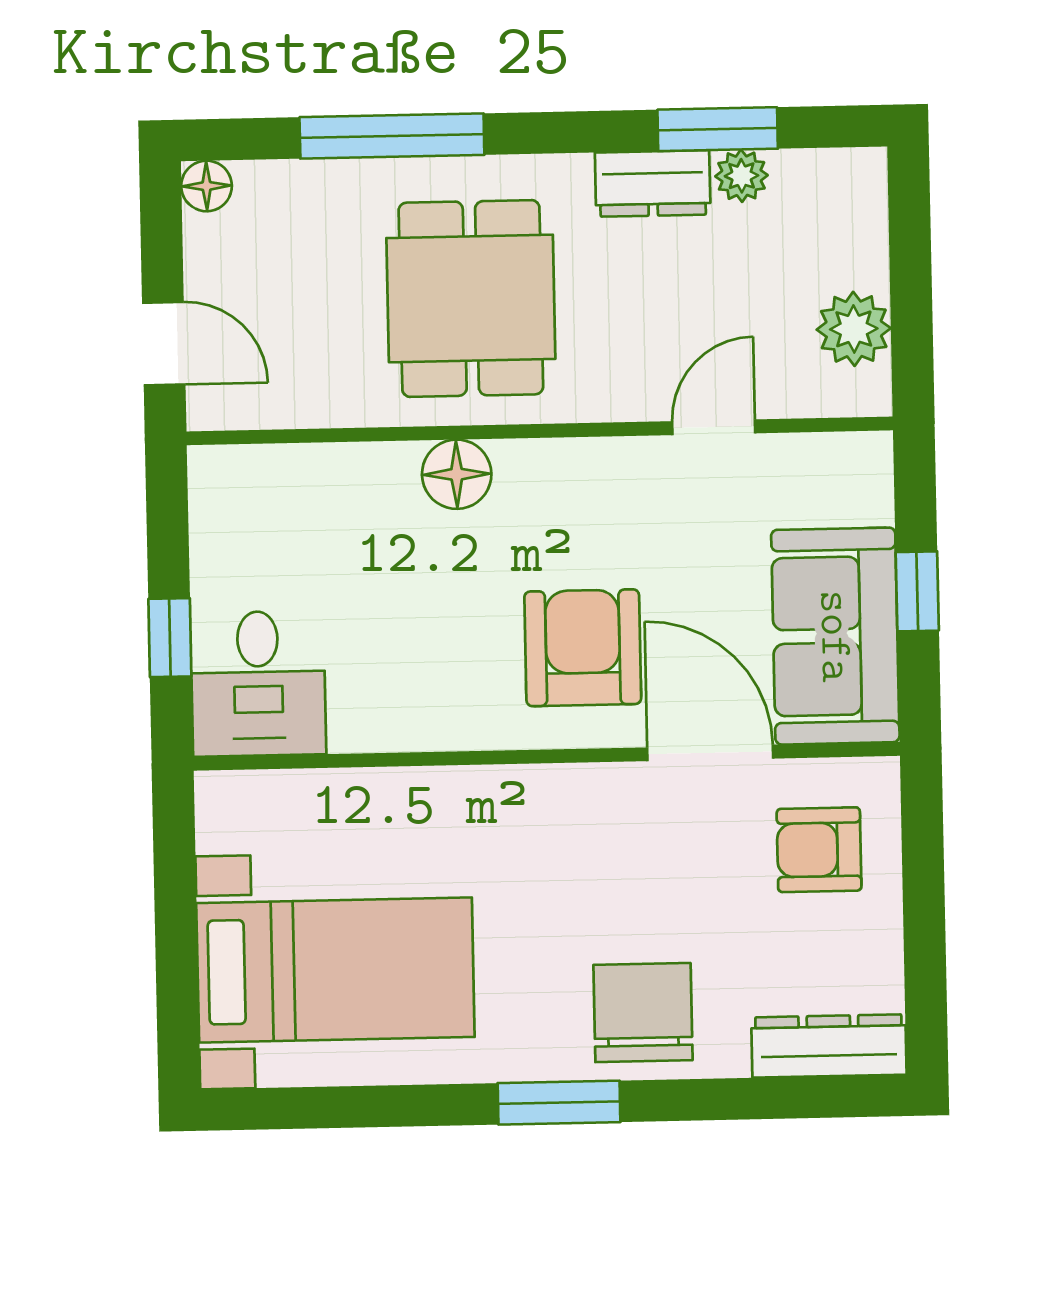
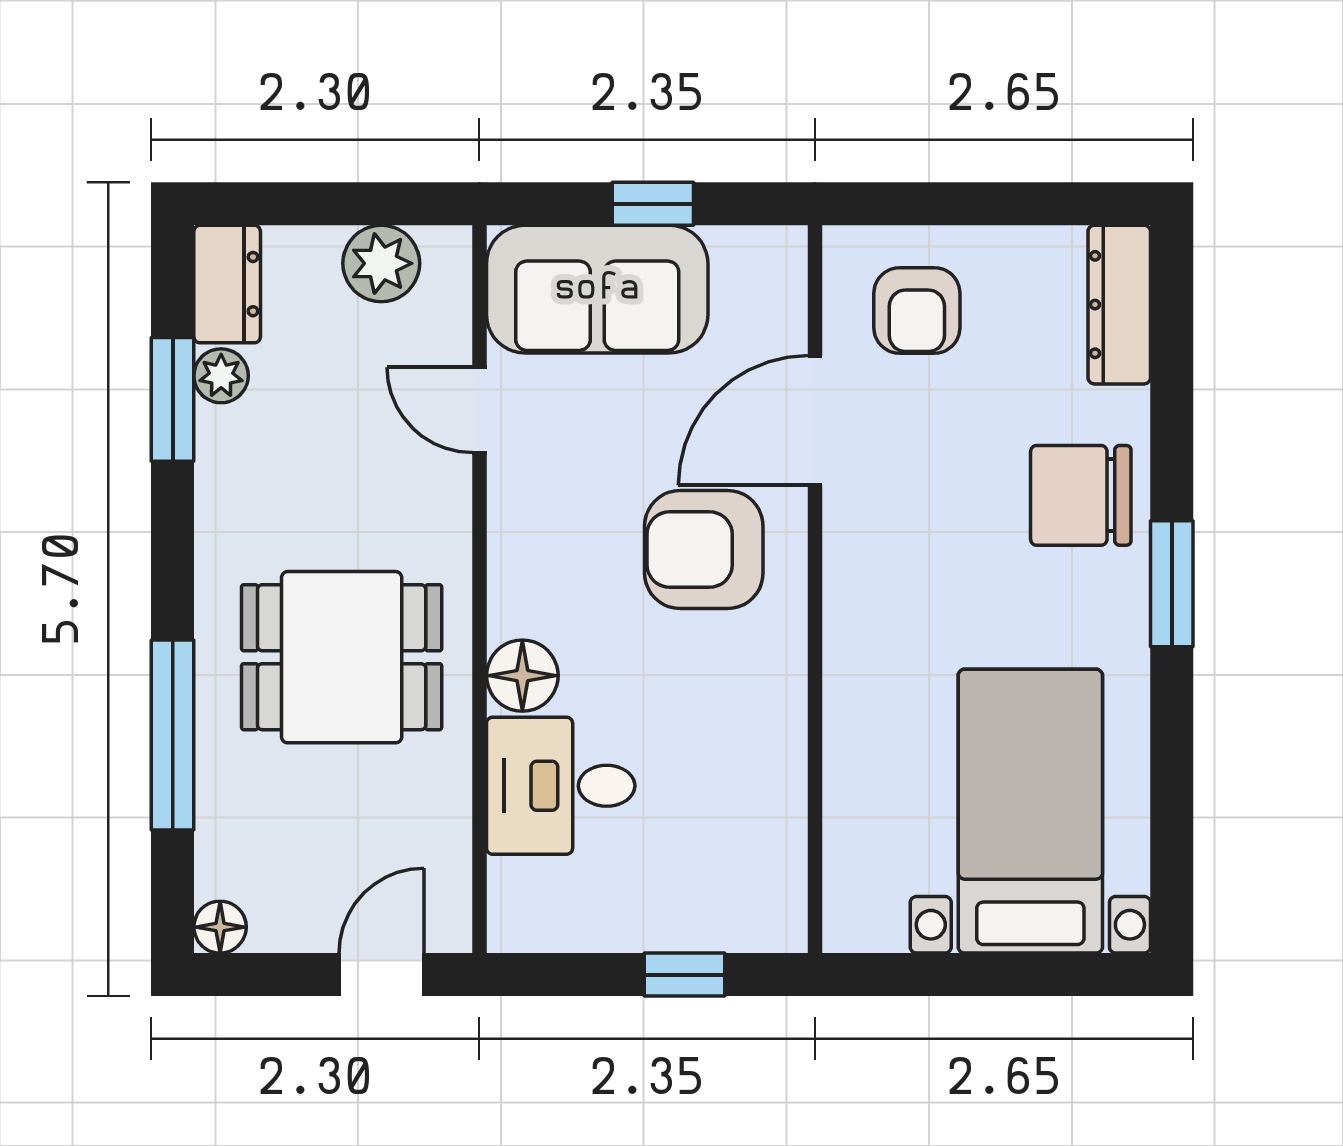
dresser: (653, 184) -> (227, 284), moved
sofa: (835, 636) -> (597, 289), moved
desk: (258, 684) -> (561, 786), moved, turned 180

